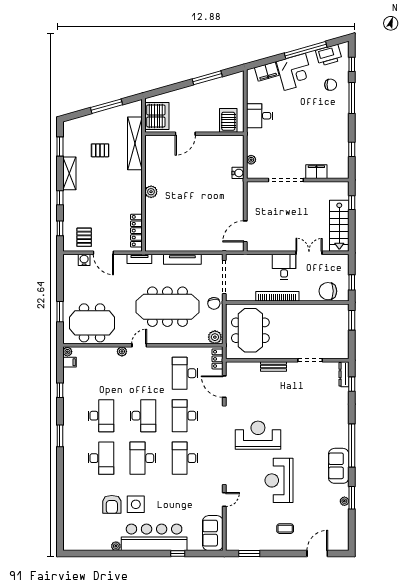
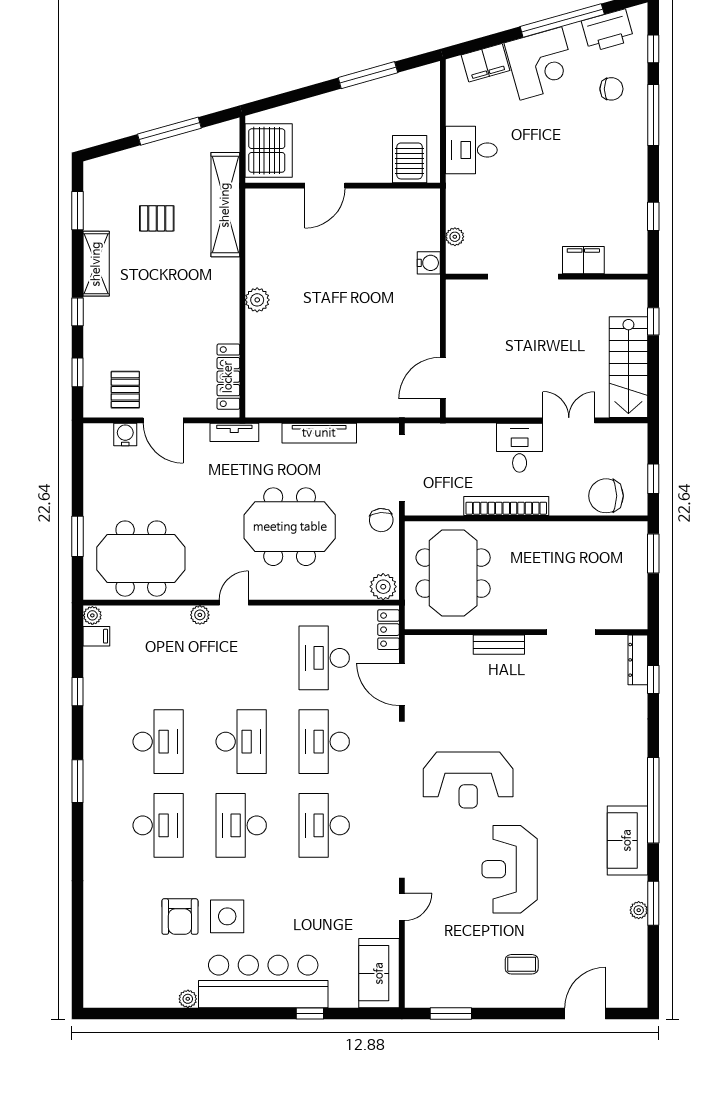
meeting table: (167, 307) -> (290, 527), width x0.73
reception desk: (258, 435) -> (468, 780), turned 180

